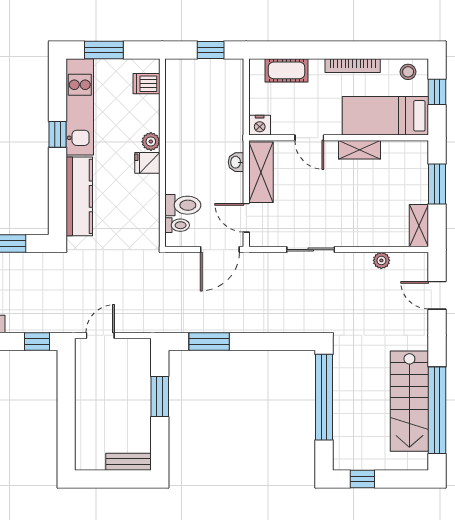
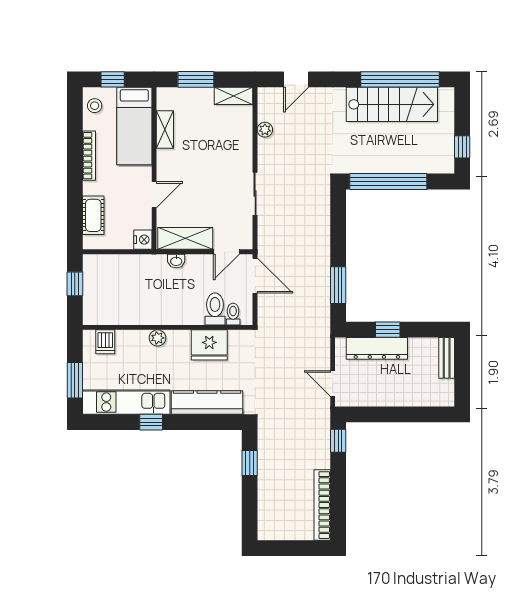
shelving: (359, 150) -> (165, 129), moved
fridge: (147, 163) -> (209, 345), moved, width x1.88, depth x1.34
dresser: (139, 384) -> (377, 348), added
window: (160, 396) -> (388, 330), width x0.67

